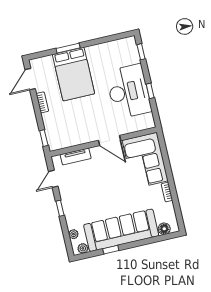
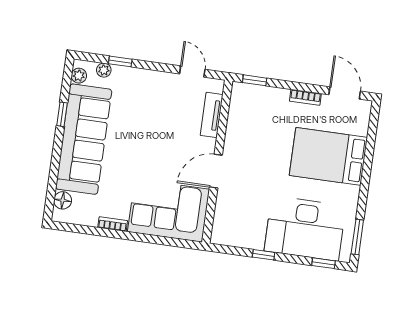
window: (68, 48) -> (357, 237), moved
desk: (128, 91) -> (305, 228), moved
window: (60, 208) -> (120, 61), moved

